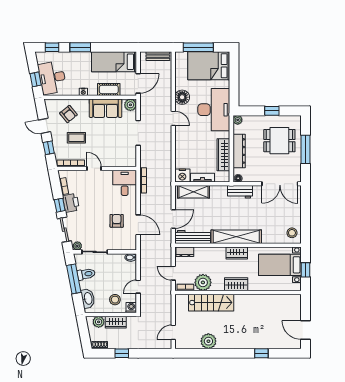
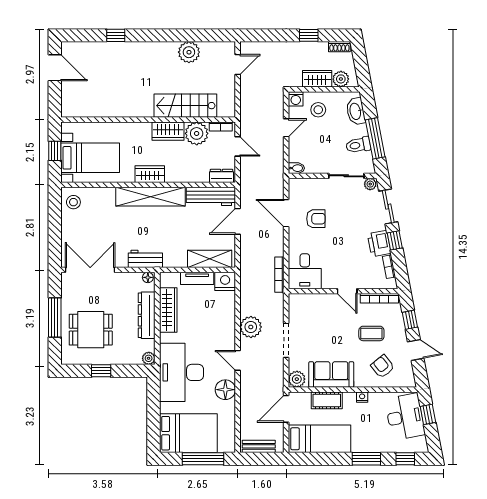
plant: (164, 143) -> (251, 327), added
armchair: (117, 221) -> (316, 219), turned -90
wardrobe: (236, 284) -> (168, 131), moved

